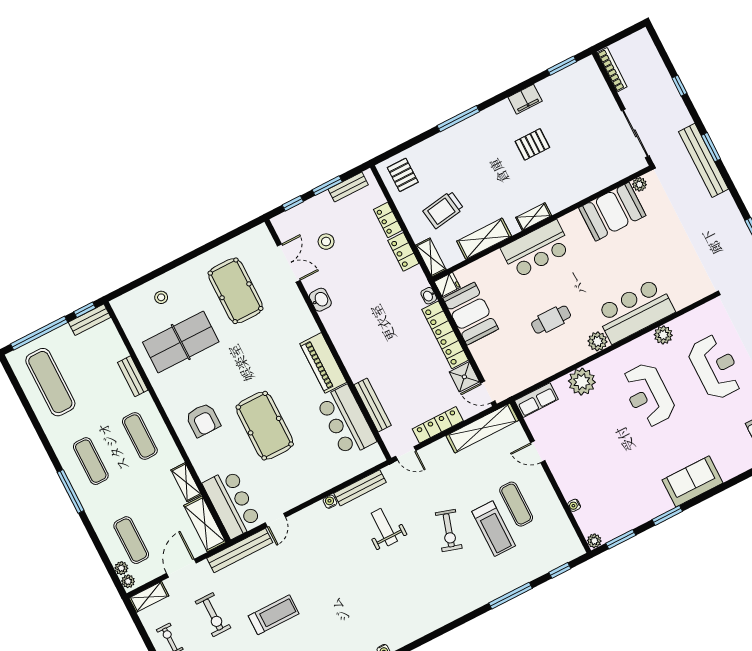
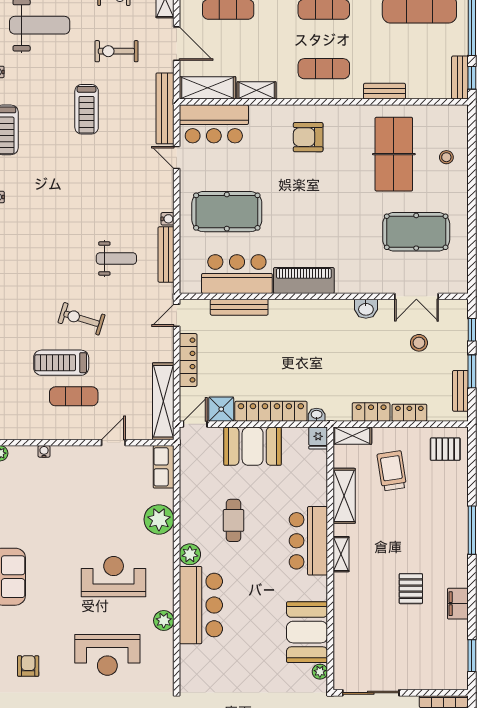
booth: (471, 314) -> (253, 446), moved
pool table: (265, 426) -> (227, 212), moved

